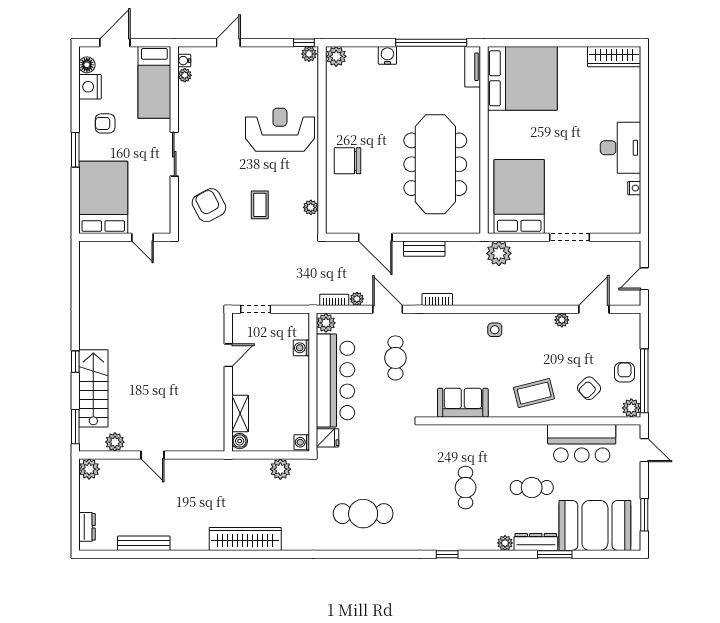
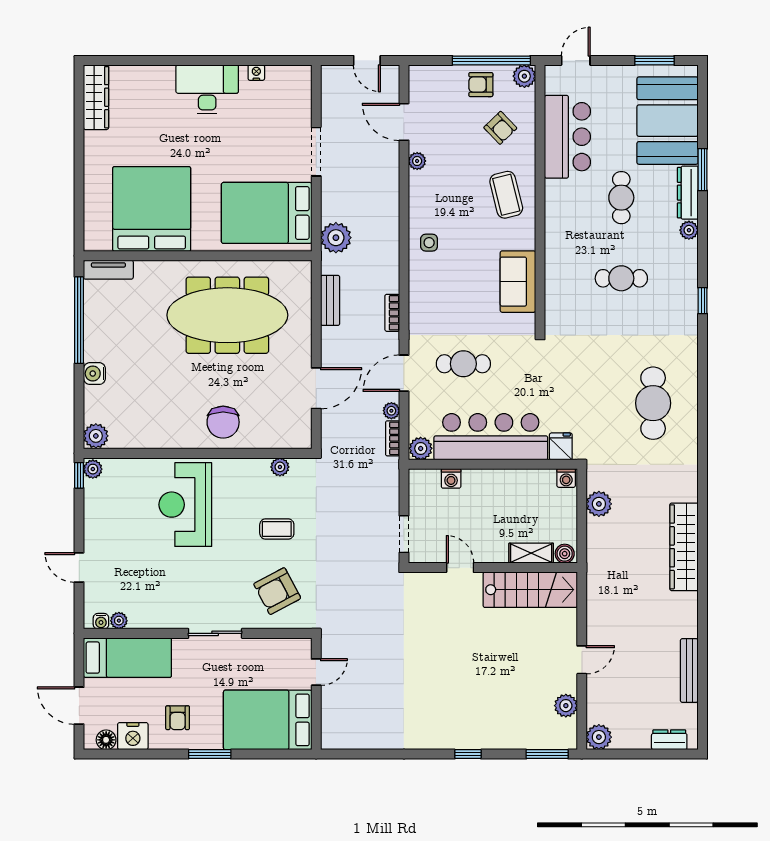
bed: (522, 78) -> (152, 209), moved
bench: (424, 249) -> (330, 300), moved
stairs: (93, 388) -> (530, 590), moved, turned 180

